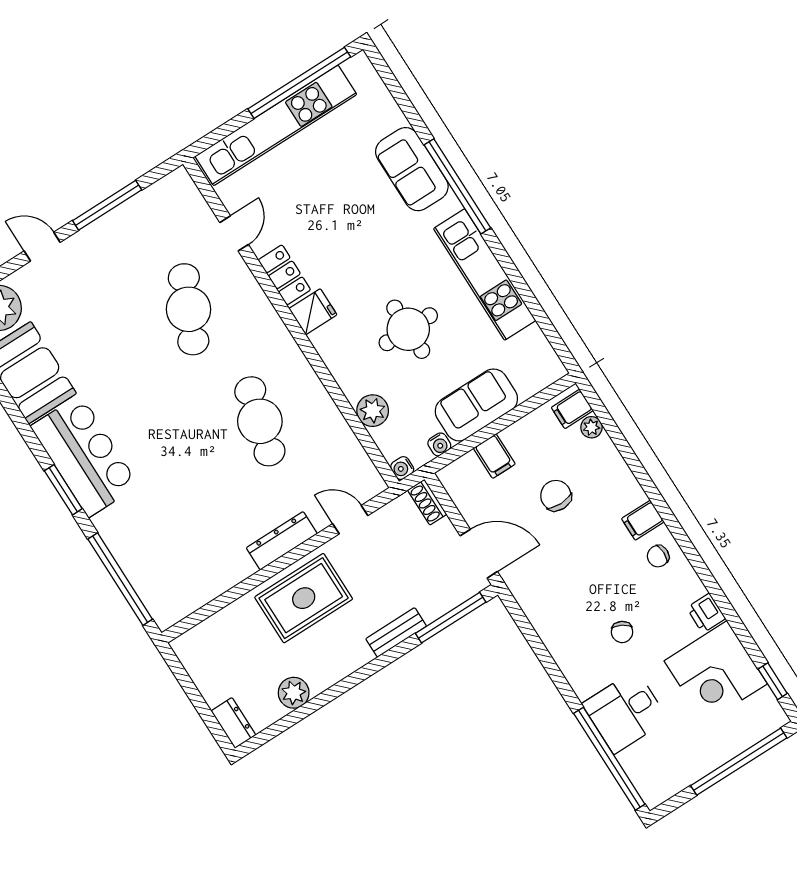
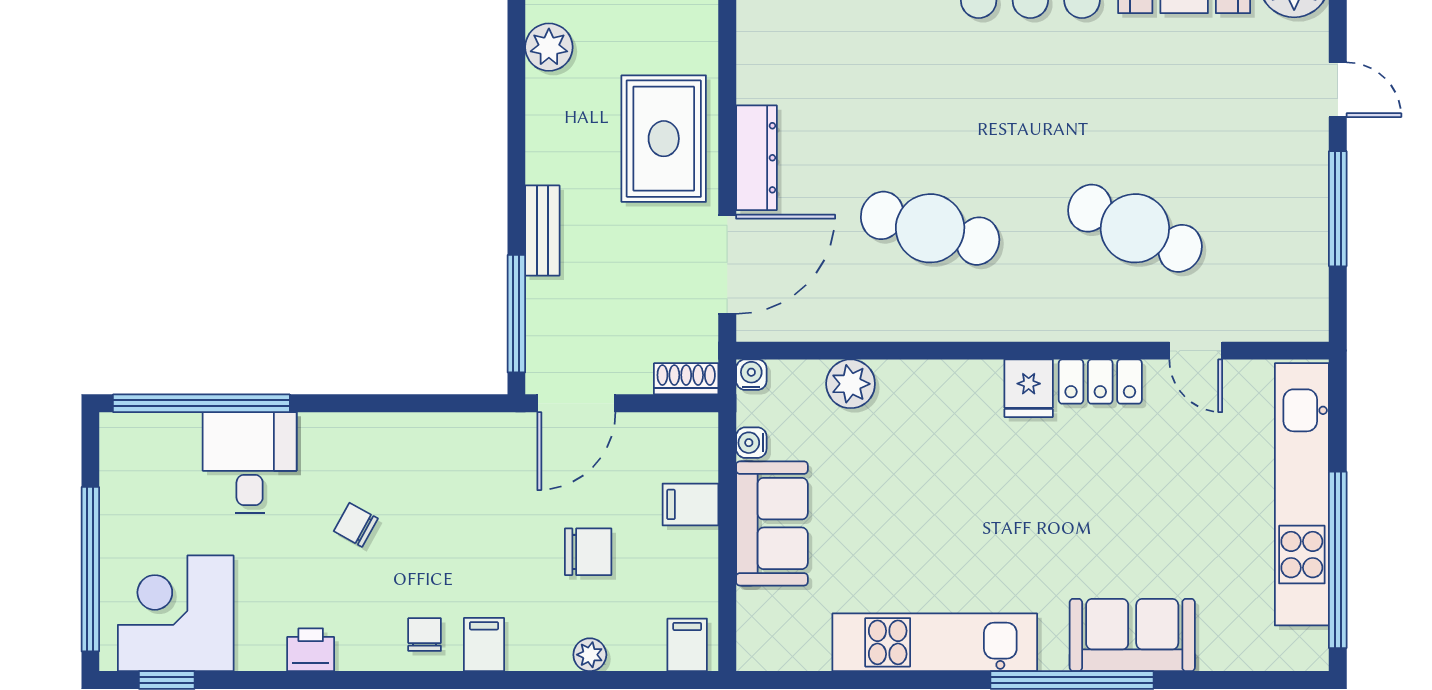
door: (42, 247) -> (1338, 90), hinge flipped
round table: (408, 329) -> (927, 498), removed
plant: (591, 427) -> (590, 655), moved
door: (350, 520) -> (727, 264), width x1.88
corner desk: (716, 672) -> (176, 613), moved

